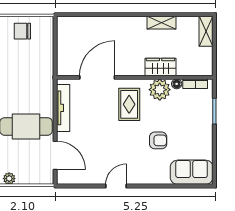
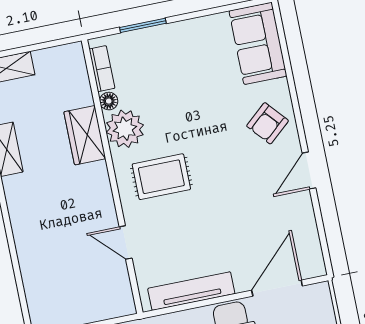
door: (97, 77) -> (126, 242), width x0.53
armchair: (158, 140) -> (268, 123), moved, turned -131
door: (116, 186) -> (309, 171), hinge flipped

